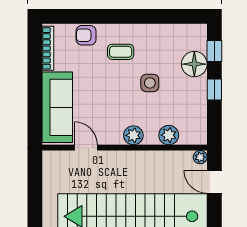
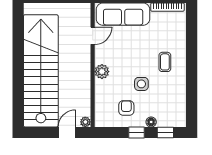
armchair: (86, 35) -> (126, 108), moved
floor lamp: (194, 64) -> (151, 122), width x0.53, depth x0.53
plant: (169, 135) -> (102, 98), removed

